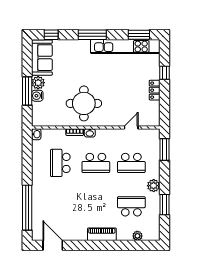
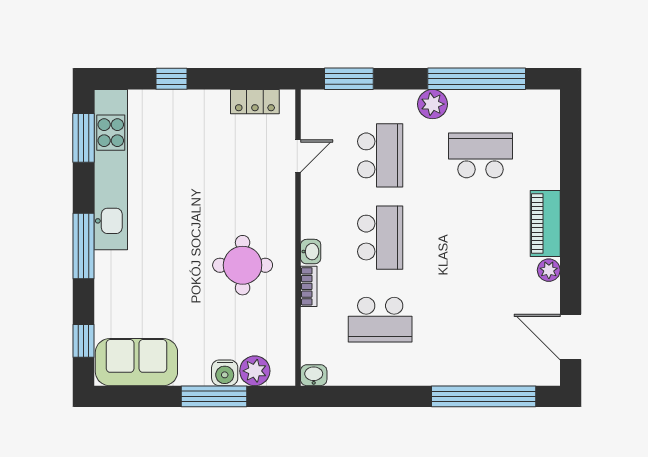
plant: (38, 83) -> (255, 371), moved
locker: (155, 90) -> (255, 102), moved
round table: (84, 103) -> (243, 265), width x0.73, depth x0.73
door: (131, 127) -> (298, 156), swing flipped
window: (164, 205) -> (477, 79), width x2.11
school desk: (131, 206) -> (481, 155), turned 90
plant: (137, 236) -> (549, 270), moved
door: (53, 245) -> (571, 337), hinge flipped

